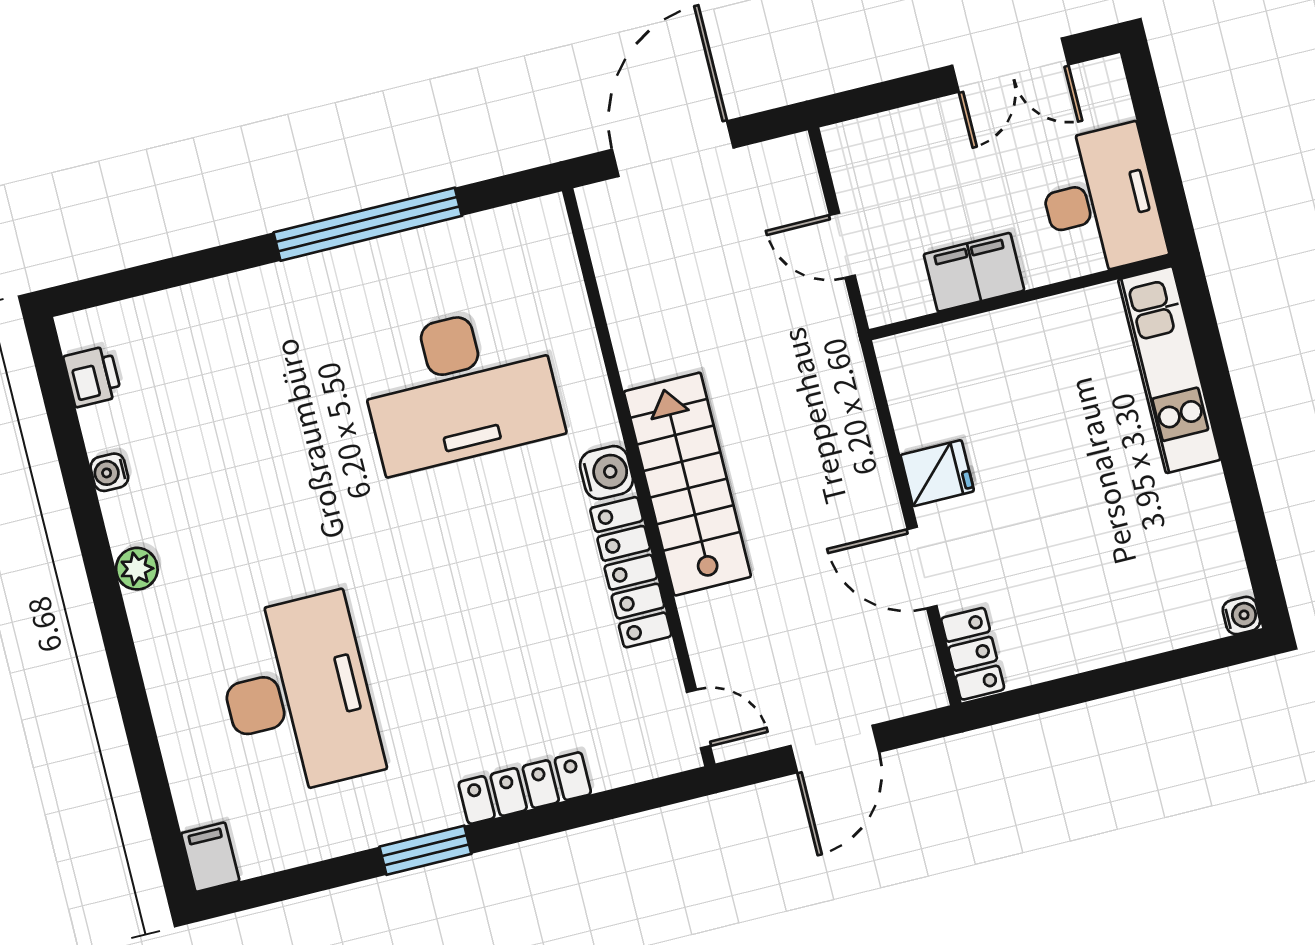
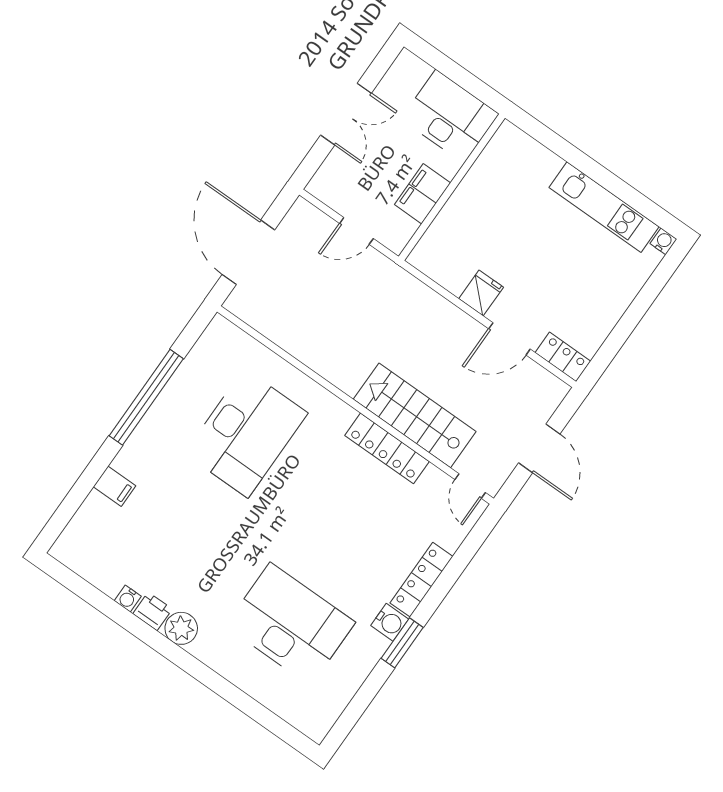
double door: (1010, 65) -> (346, 114), moved
kitchen unit: (1169, 370) -> (604, 207), moved
printer: (92, 376) -> (153, 611), moved
water cooler: (606, 473) -> (390, 622), moved, turned 90
stairs: (687, 484) -> (415, 415), moved
plant: (137, 569) -> (181, 628), width x1.38, depth x1.38
door: (699, 719) -> (470, 486), swing flipped
filing cabinet: (210, 857) -> (115, 486), moved, turned 180

